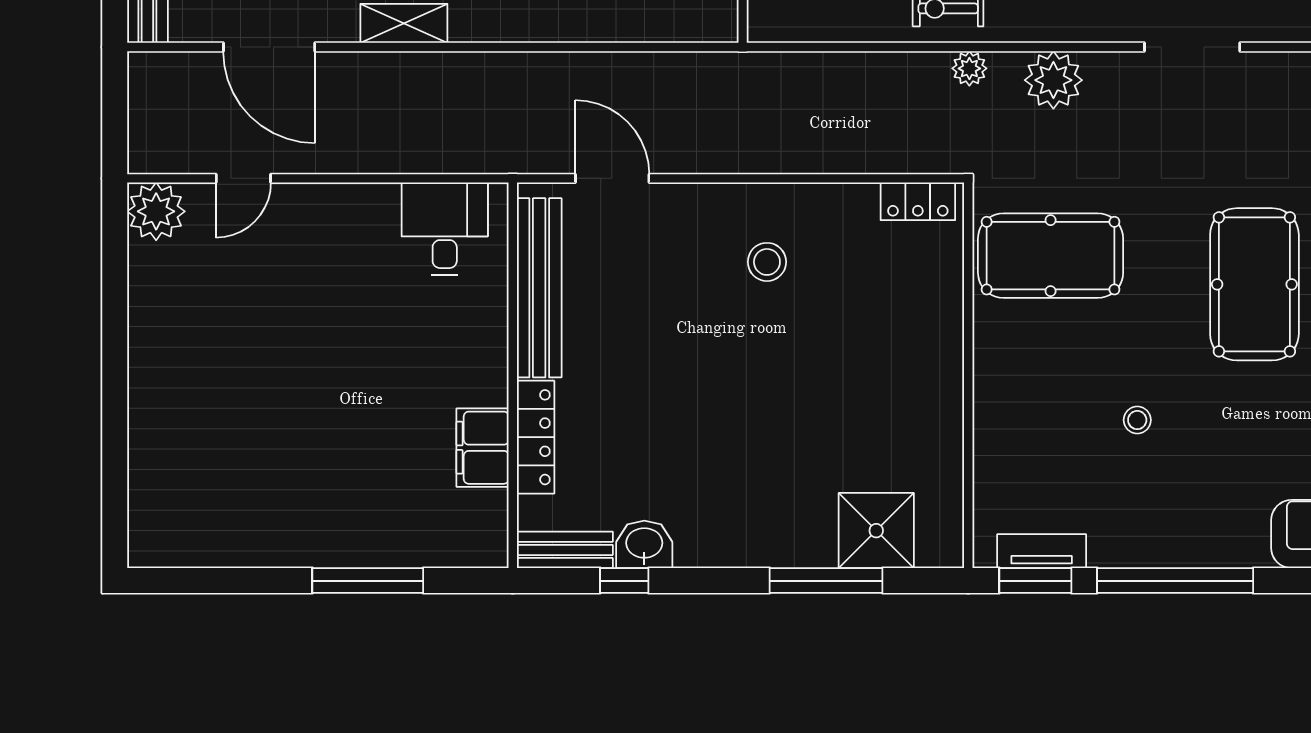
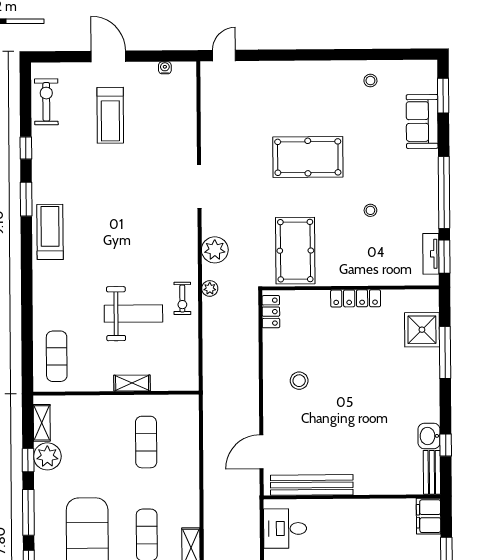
locker: (536, 437) -> (356, 298), moved, turned 180
filing cabinet: (483, 448) -> (429, 516), moved, turned 90

